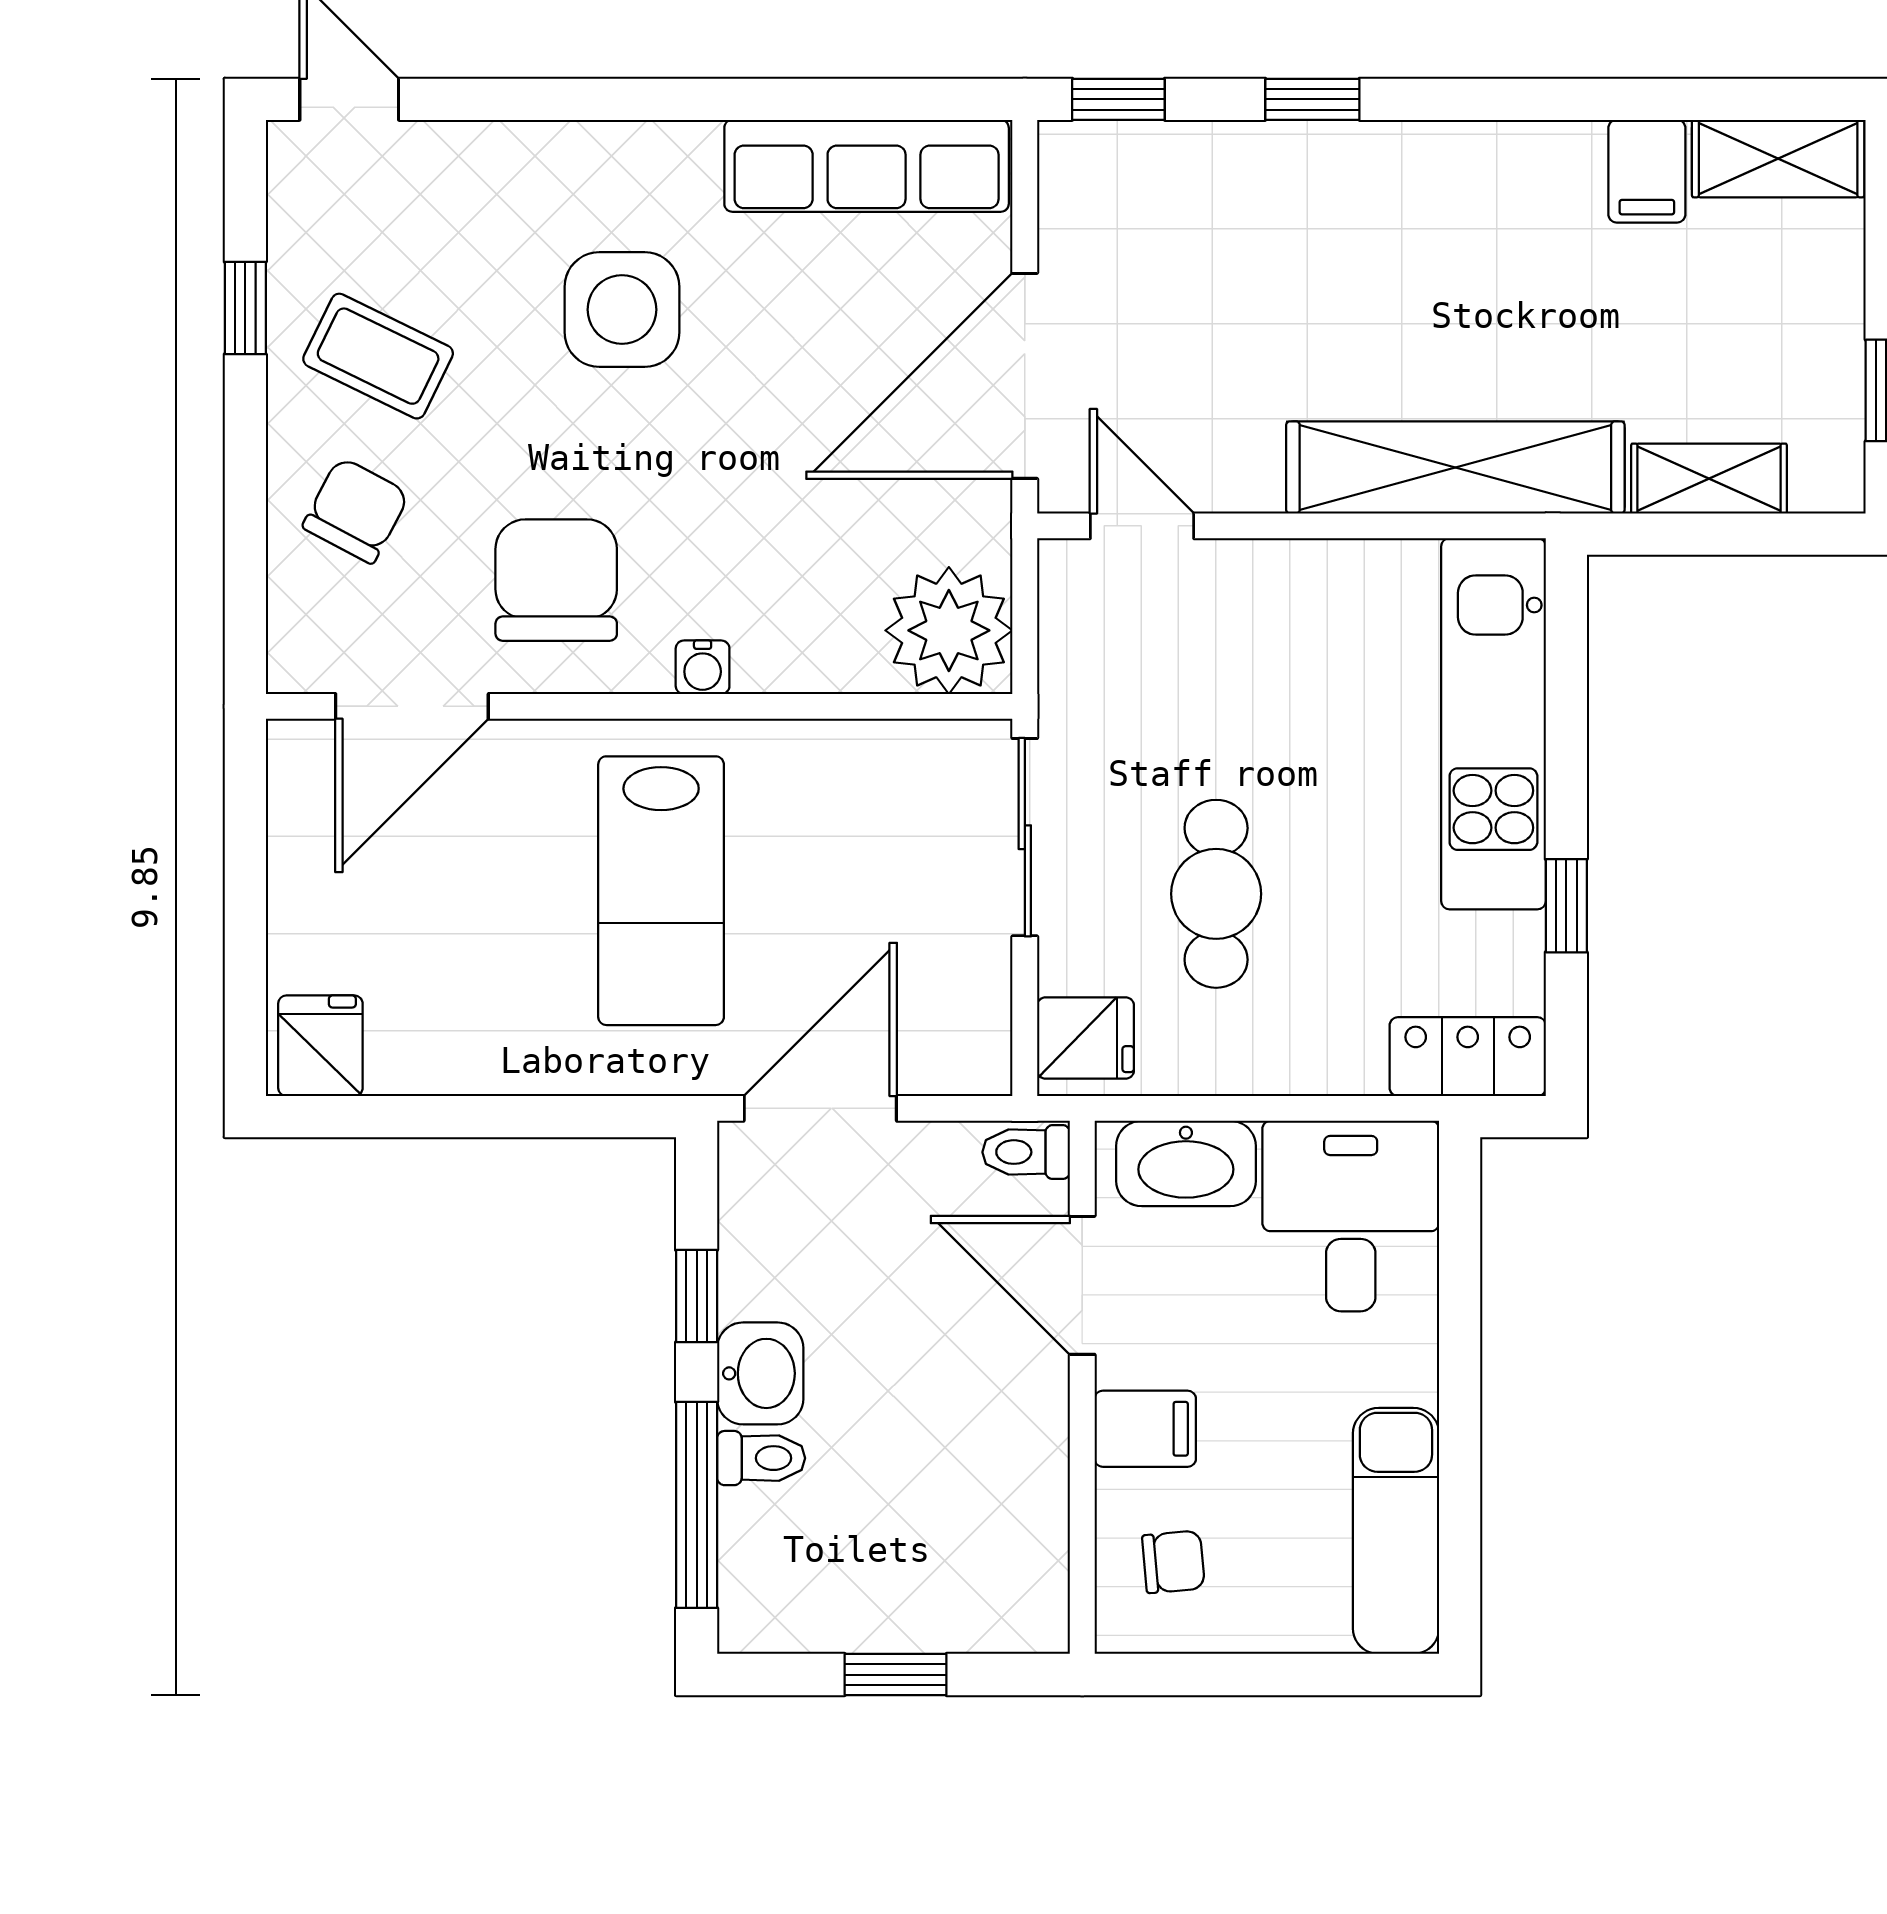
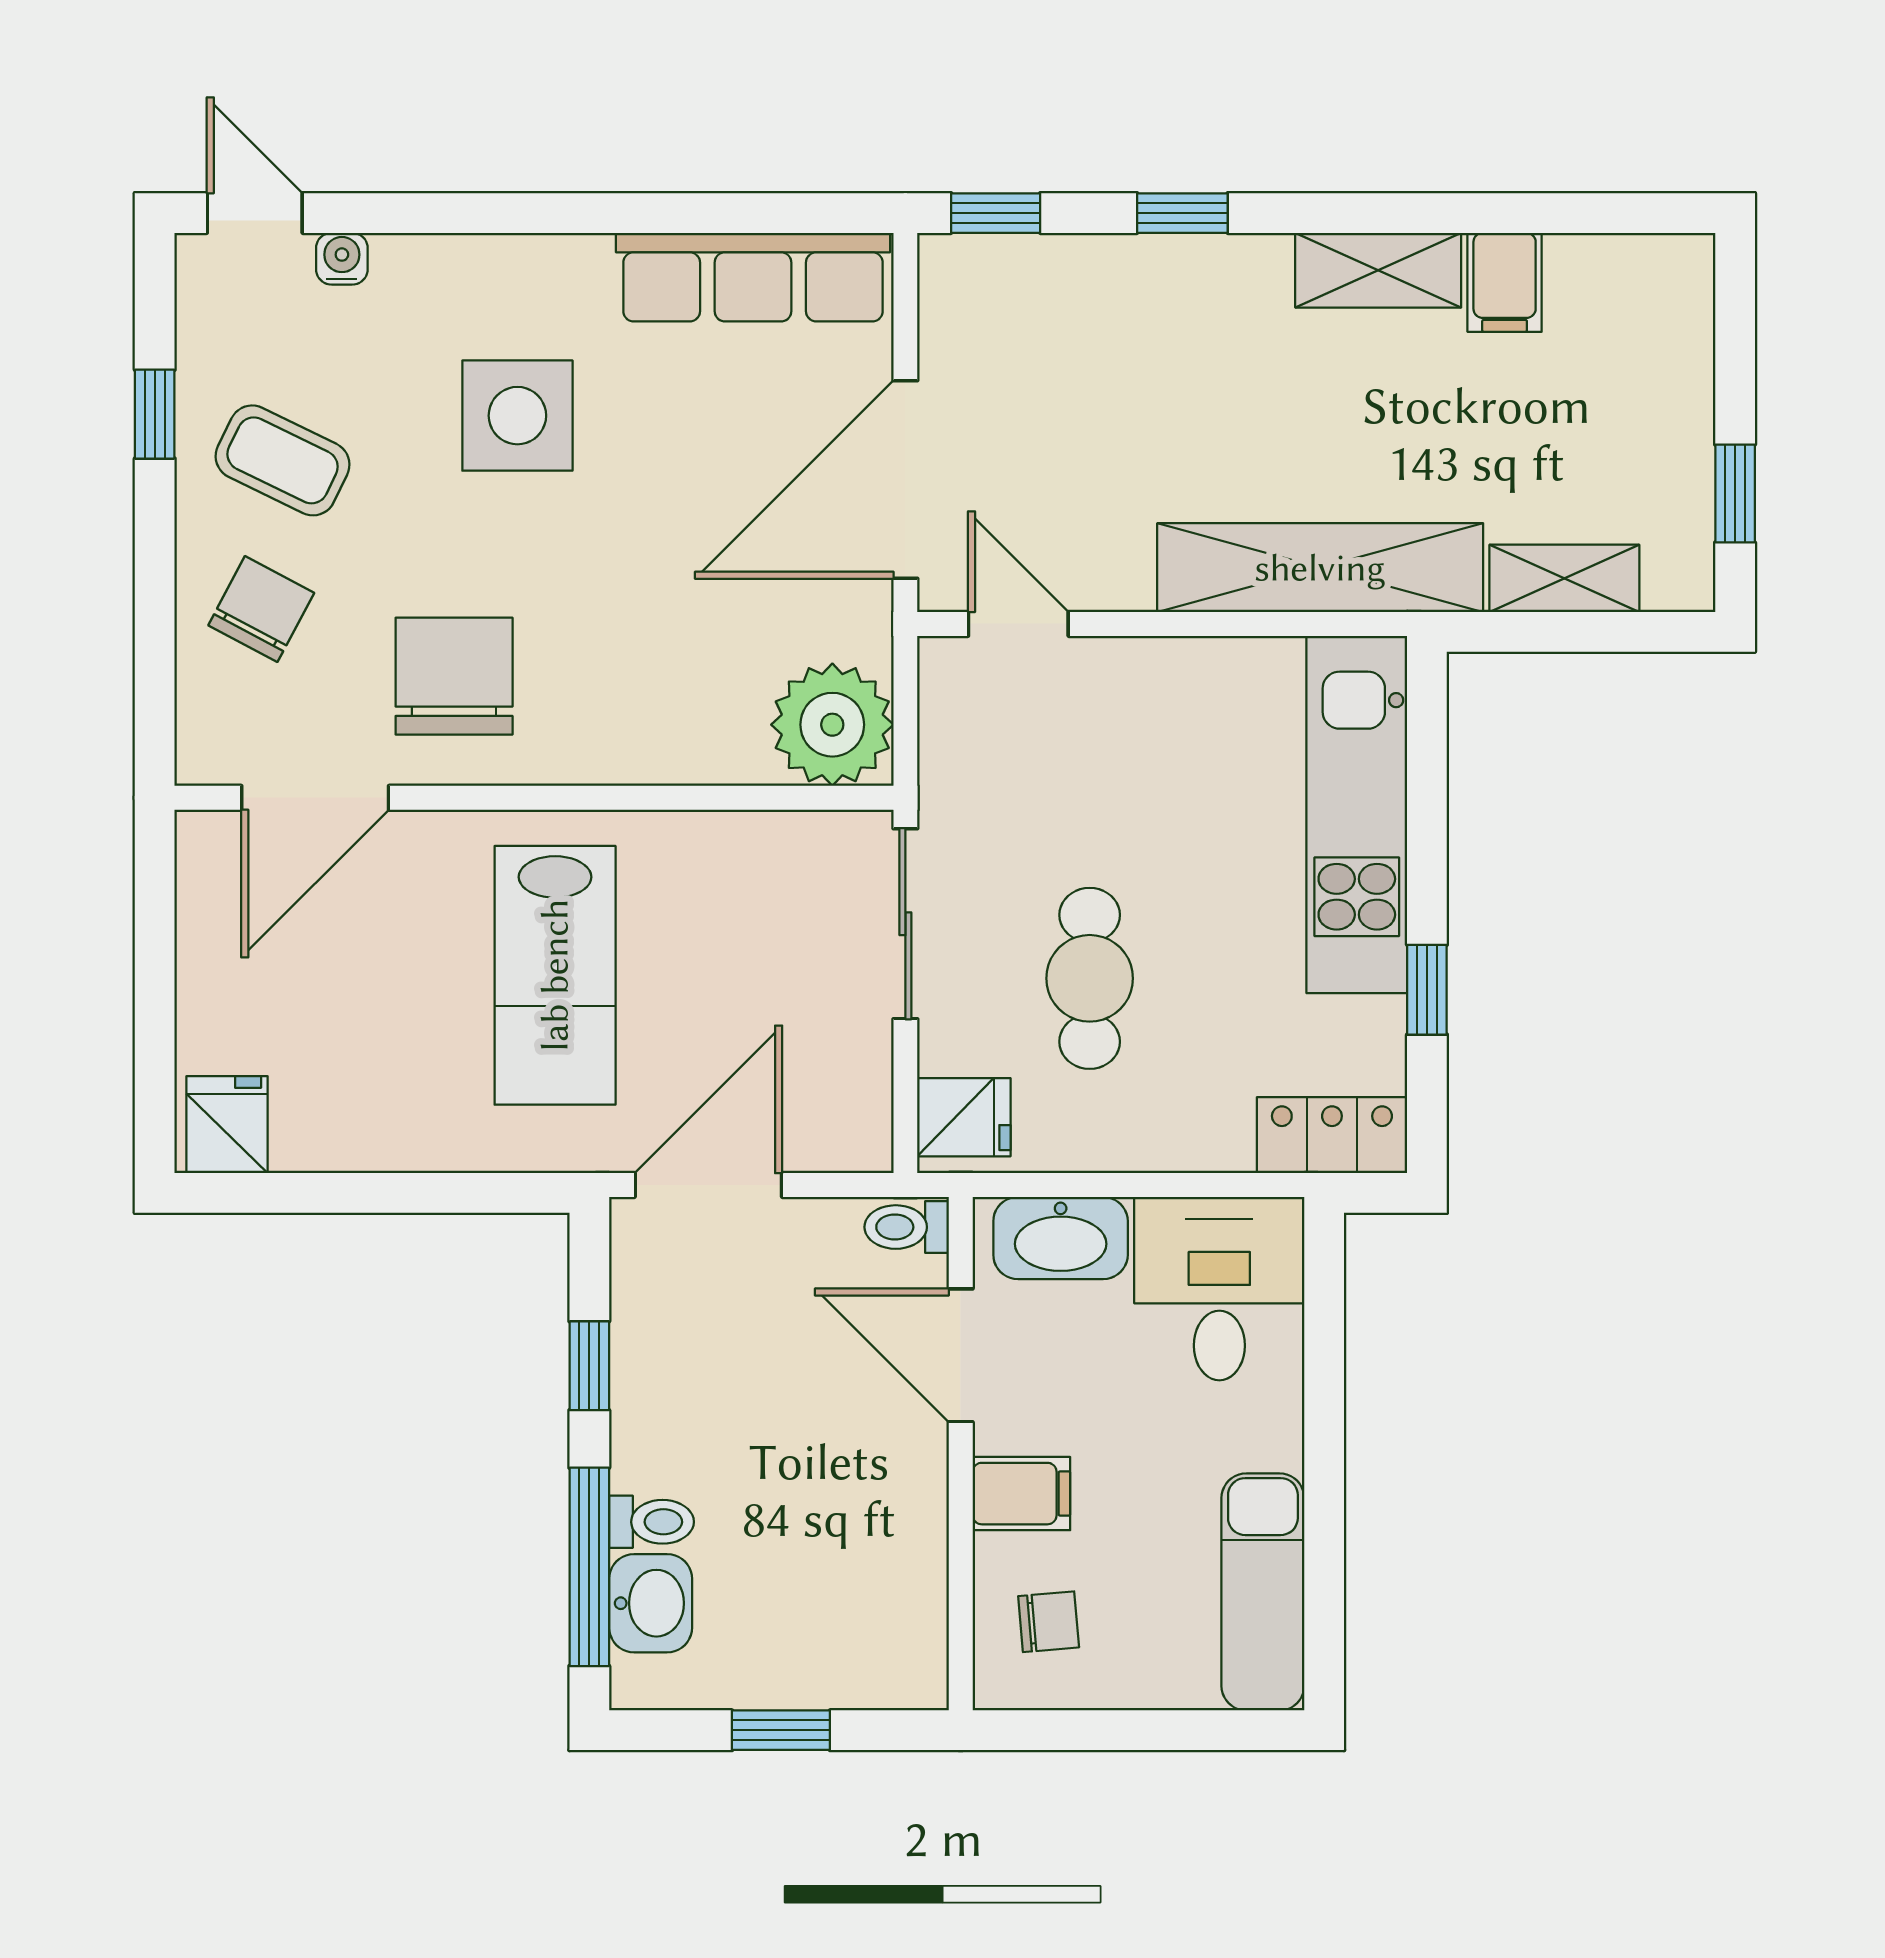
shelving: (1778, 159) -> (1378, 270), moved
water cooler: (703, 667) -> (342, 259), moved, turned 180
washbasin: (760, 1373) -> (651, 1603), moved

